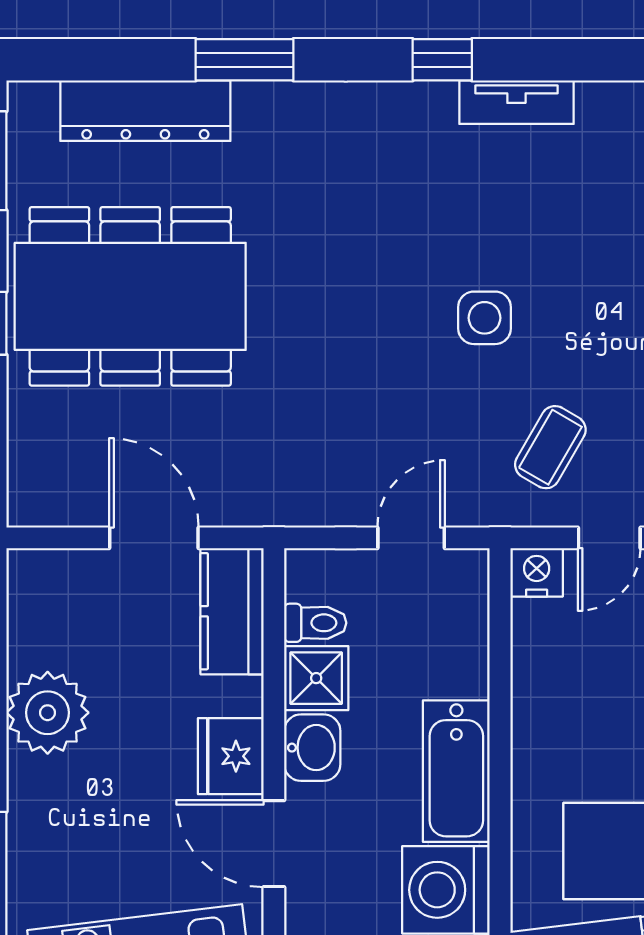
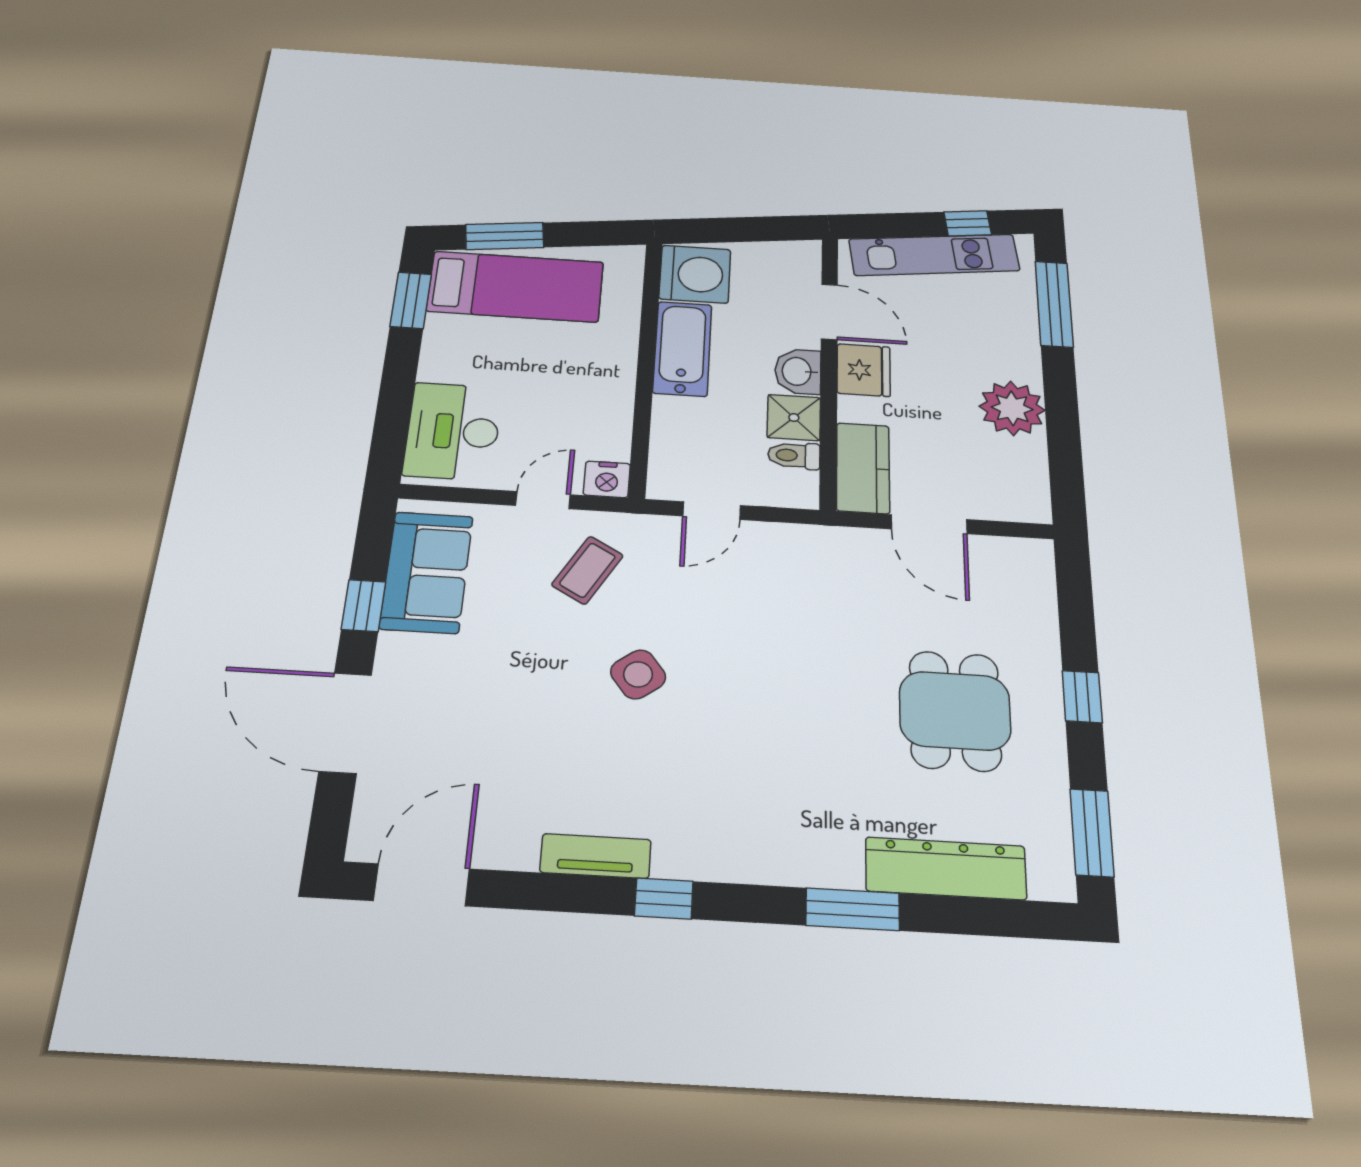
dining table: (130, 296) -> (955, 711), width x0.53, depth x0.80
side table: (484, 318) -> (638, 674), turned -37

